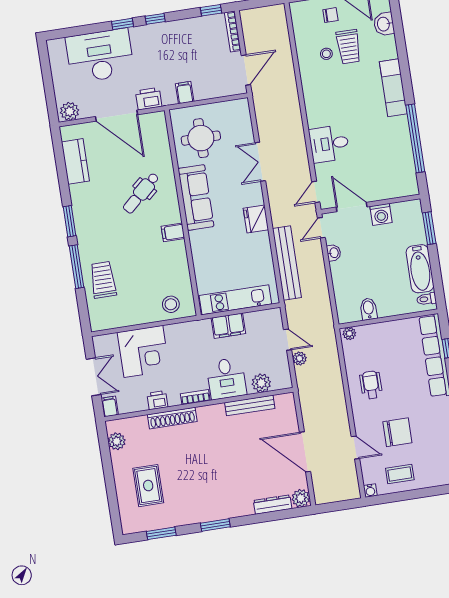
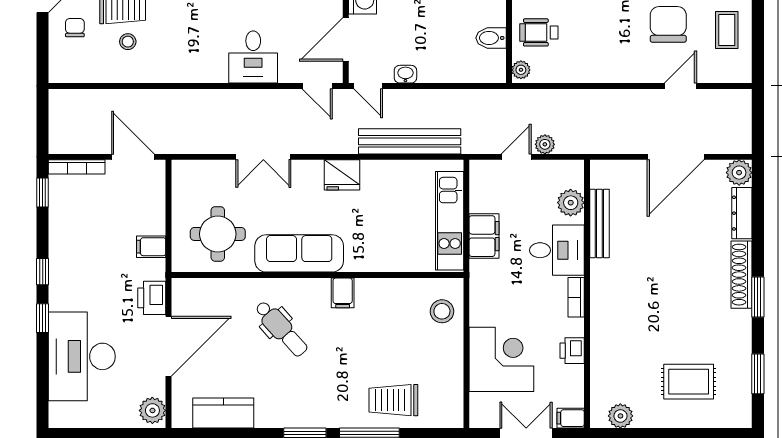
wheelchair: (371, 385) -> (539, 32), moved
shoe rack: (172, 418) -> (742, 275), moved, turned 180
water cooler: (370, 491) -> (743, 75), removed

